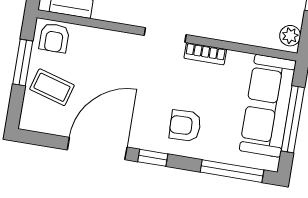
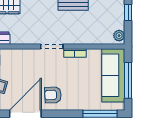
armchair: (185, 126) -> (53, 95), moved
window: (153, 158) -> (56, 114), removed

